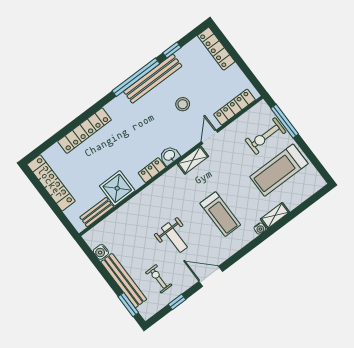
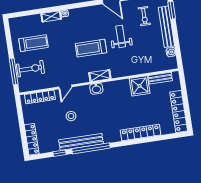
shelving: (193, 160) -> (100, 76), moved
locker: (152, 170) -> (112, 86), removed
treadmill: (279, 170) -> (34, 43), width x0.73, depth x0.73
treadmill: (220, 214) -> (91, 48), moved, turned -90

